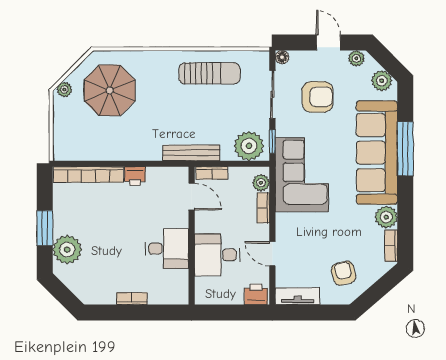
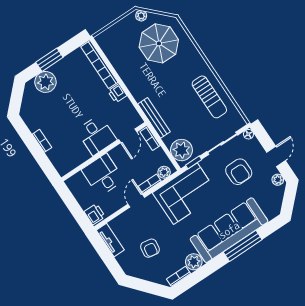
plant: (382, 81) -> (274, 204), removed
desk: (167, 249) -> (97, 135), moved
door: (272, 254) -> (136, 201), moved
armchair: (344, 273) -> (150, 248), moved, turned 113

